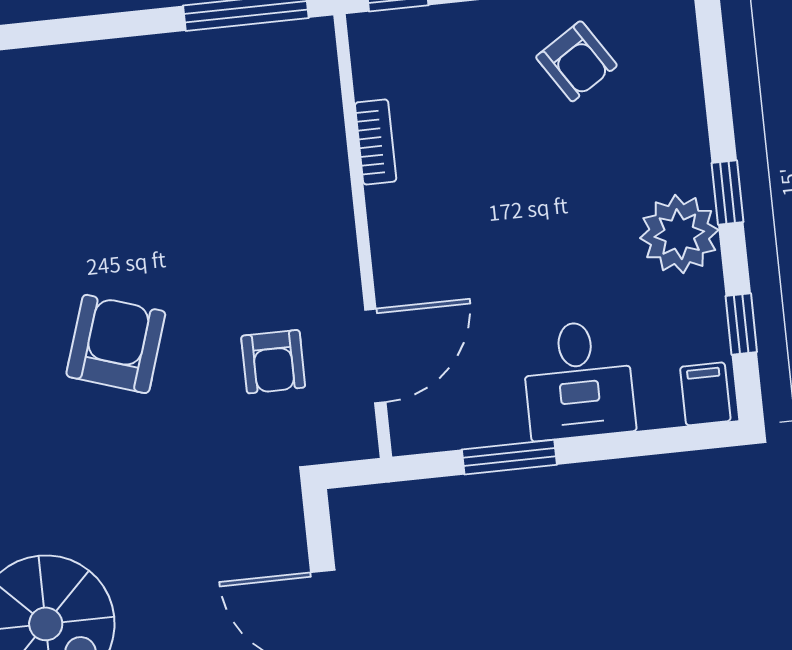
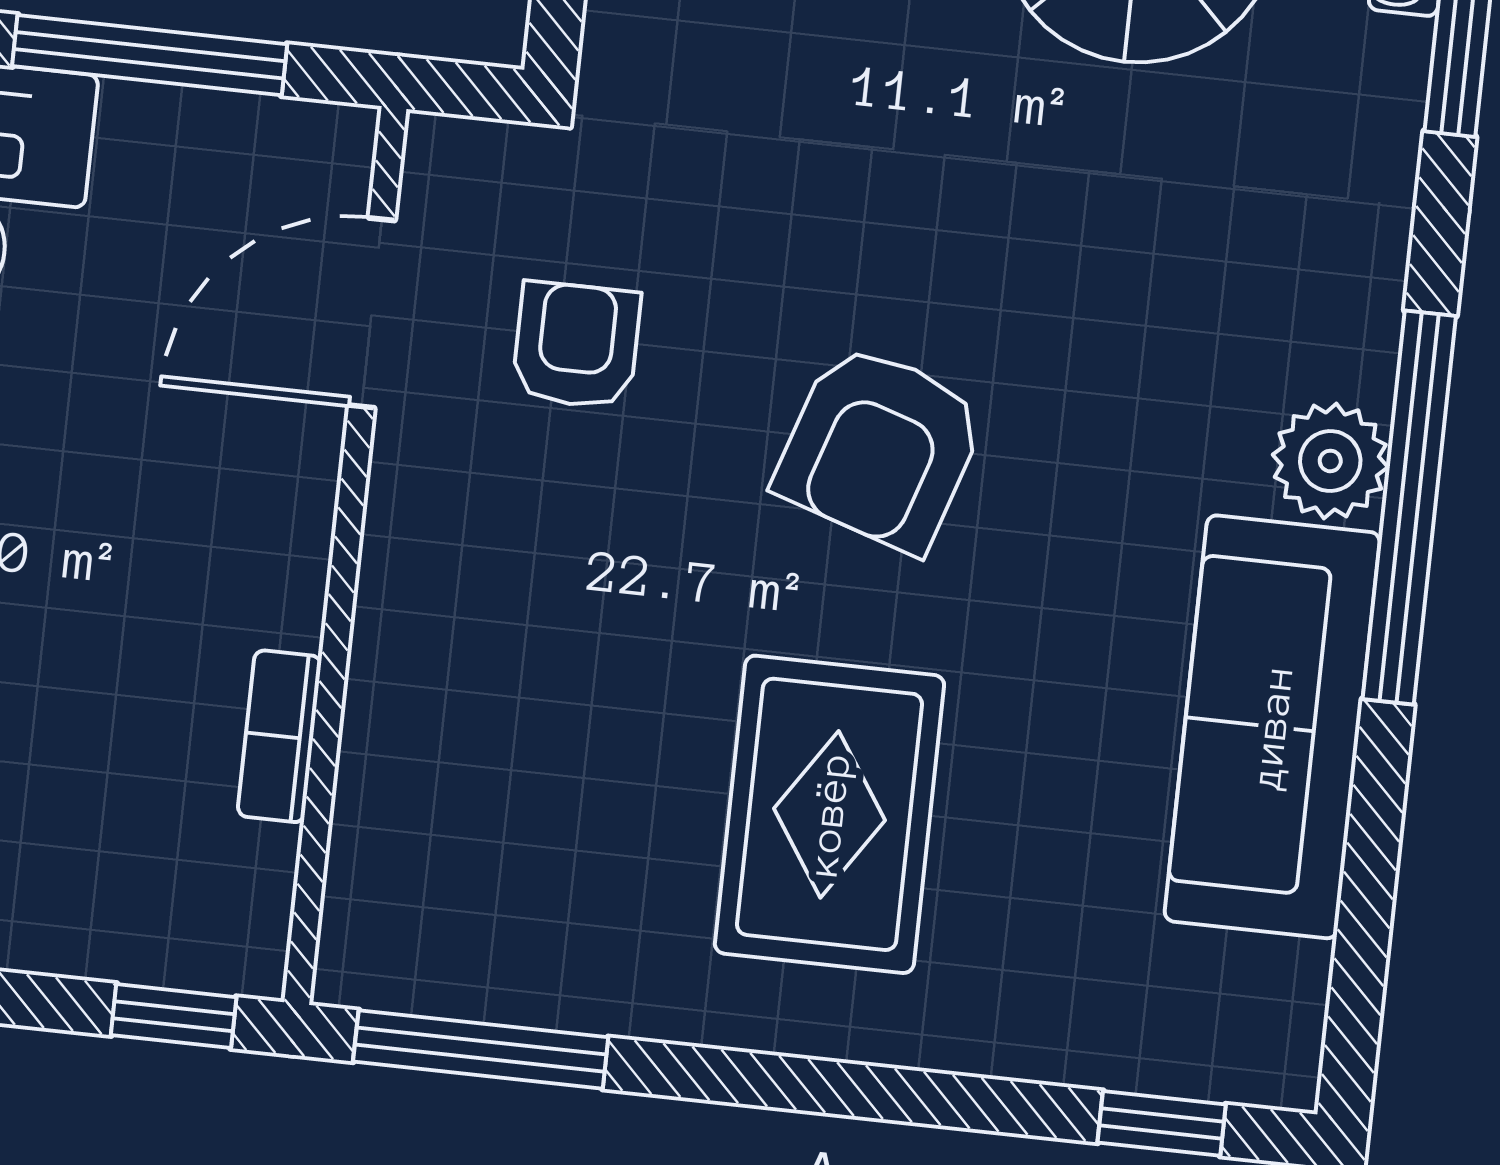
rug: (102, 162) -> (829, 814), added
window: (509, 457) -> (150, 55), width x1.44

